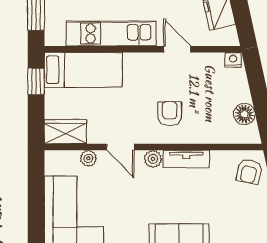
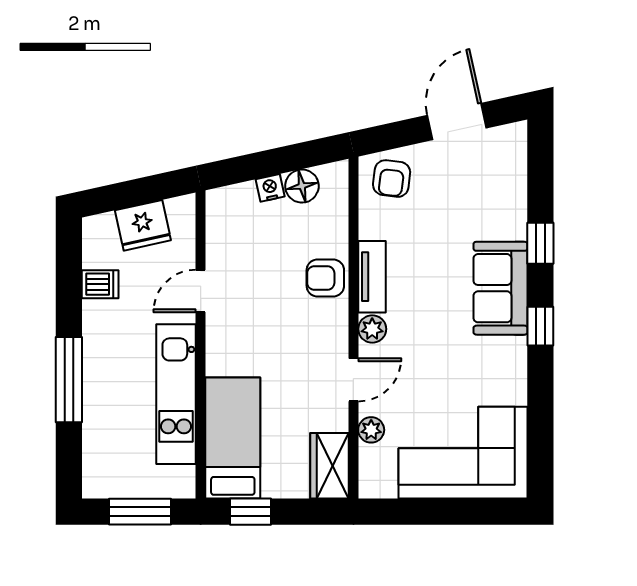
nightstand: (233, 60) -> (270, 188), moved, turned 78
armchair: (170, 114) -> (325, 278), moved
armchair: (249, 171) -> (392, 179), turned 85

